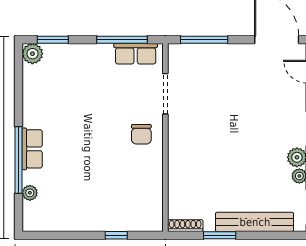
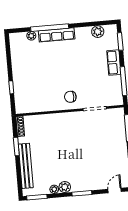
plant: (32, 54) -> (98, 32), moved
row of seats: (136, 54) -> (114, 63), moved
row of seats: (32, 149) -> (57, 35), width x1.48

